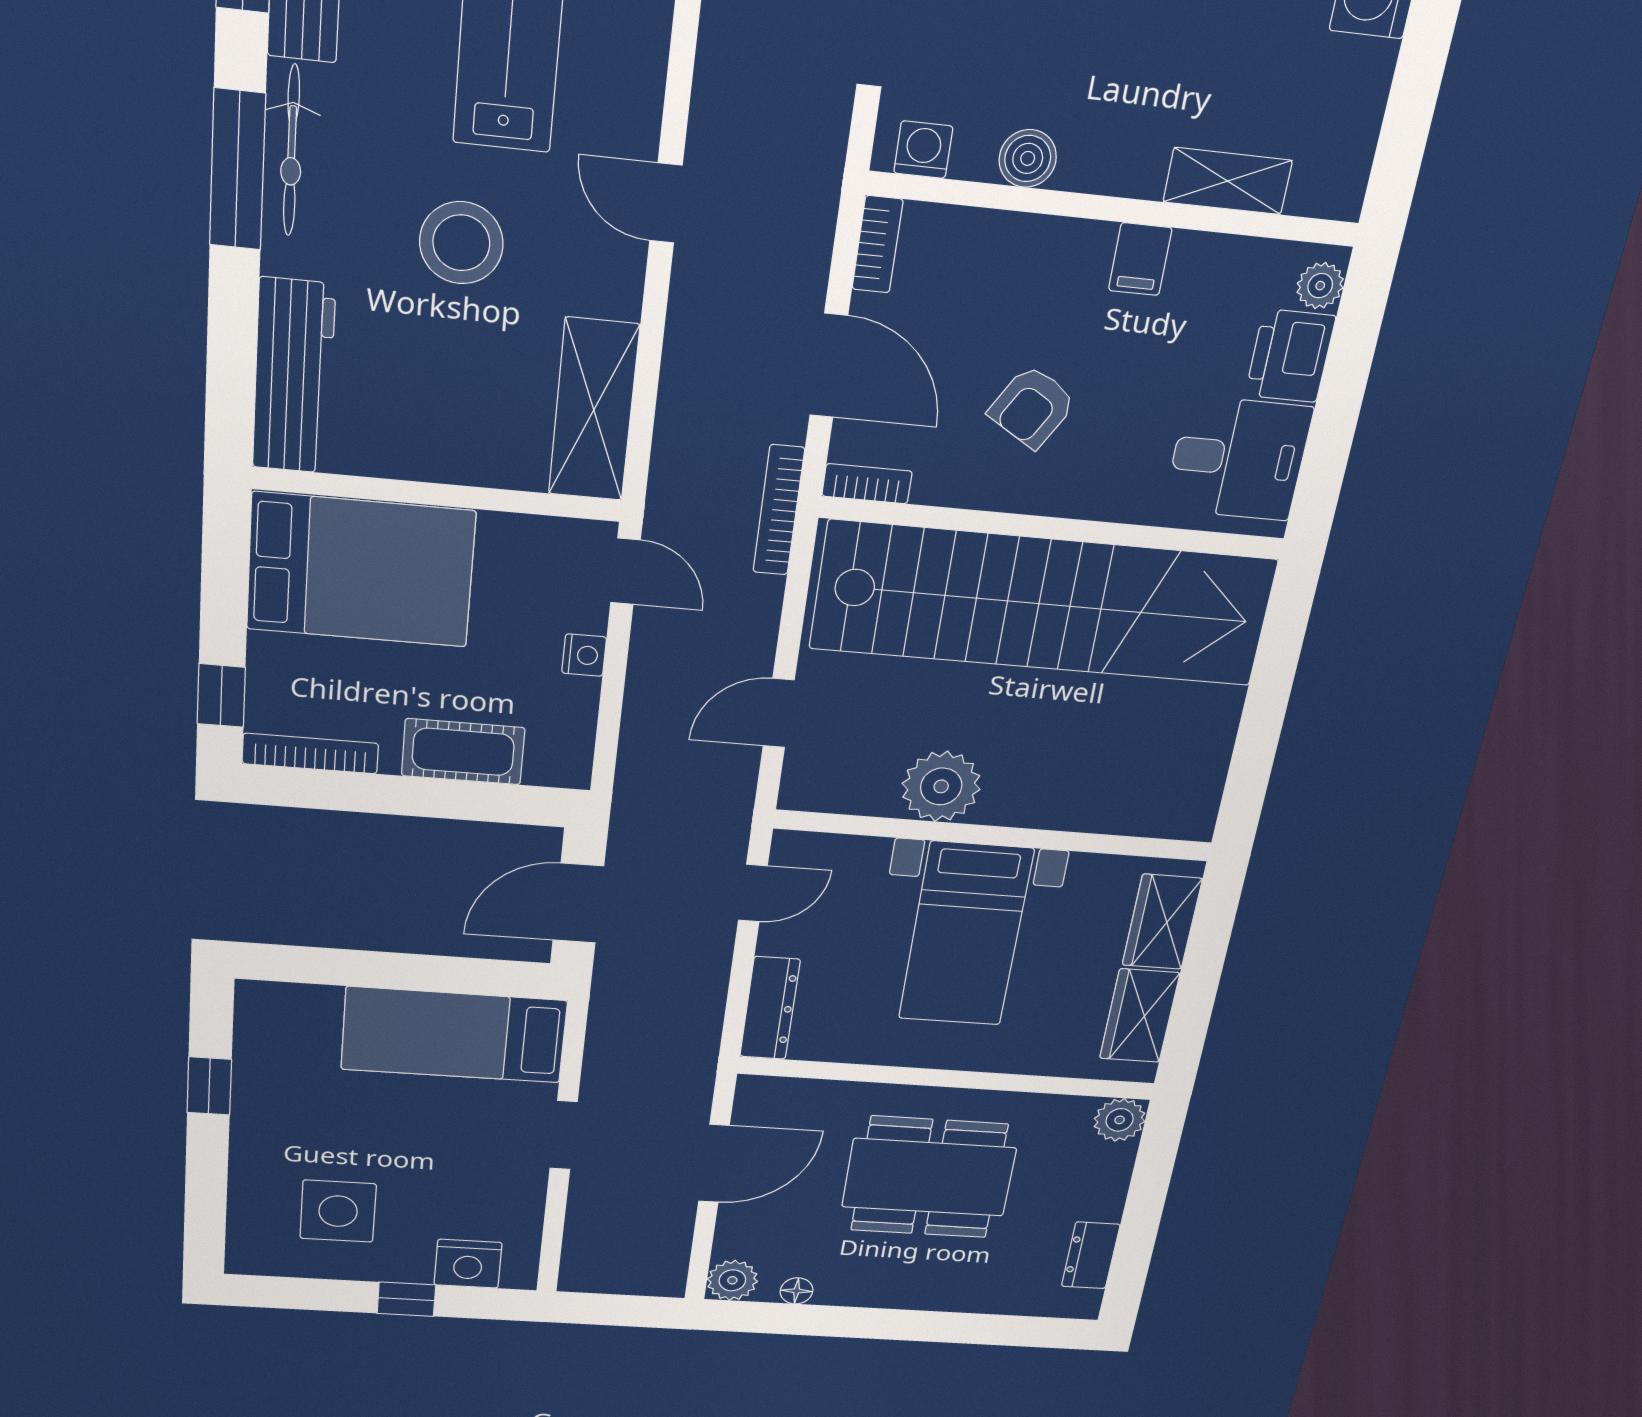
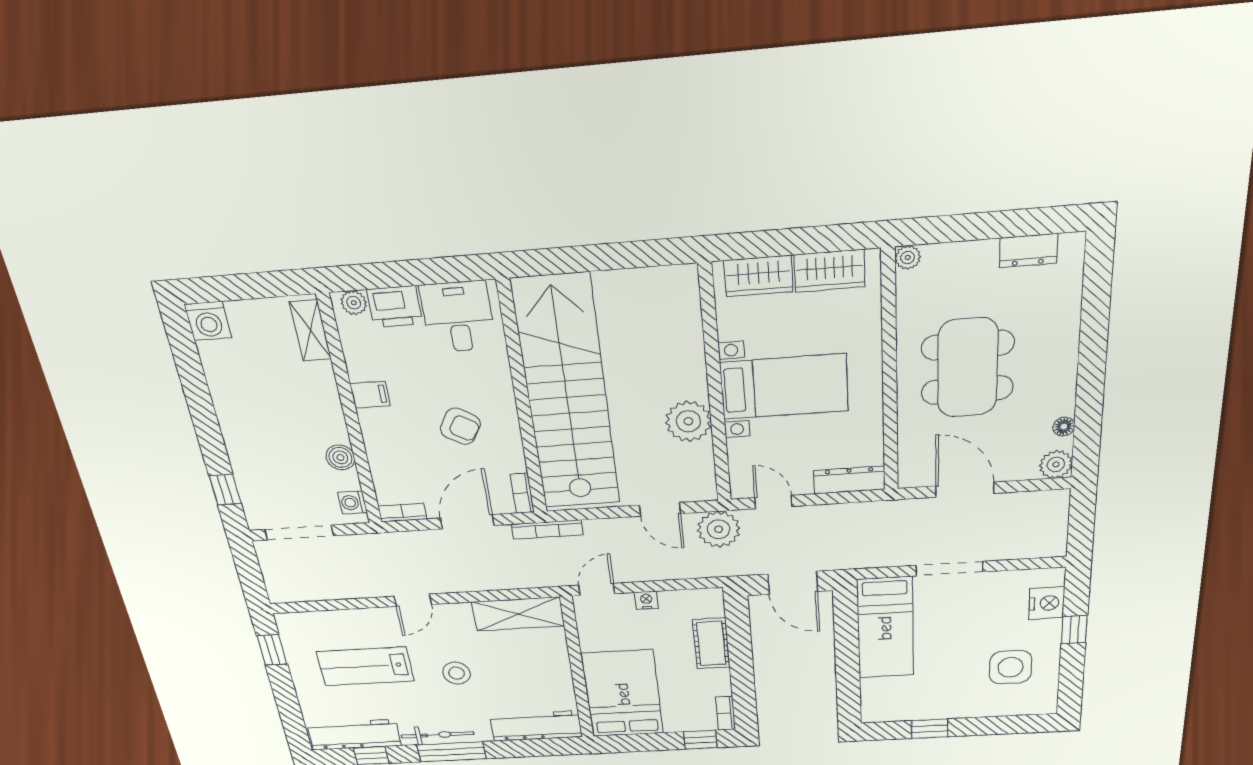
shelving: (1228, 181) -> (310, 330), moved
stool: (461, 243) -> (456, 673), width x0.73, depth x0.73
bookcase: (310, 754) -> (726, 713), width x0.64
plant: (716, 801) -> (719, 529), added
plant: (1120, 1120) -> (908, 257), width x0.73, depth x0.73
doorway: (564, 1135) -> (949, 569), width x1.38

